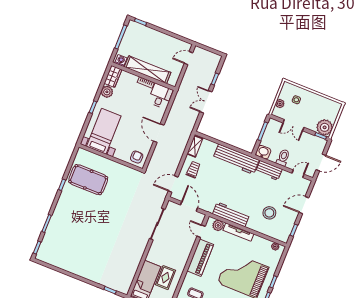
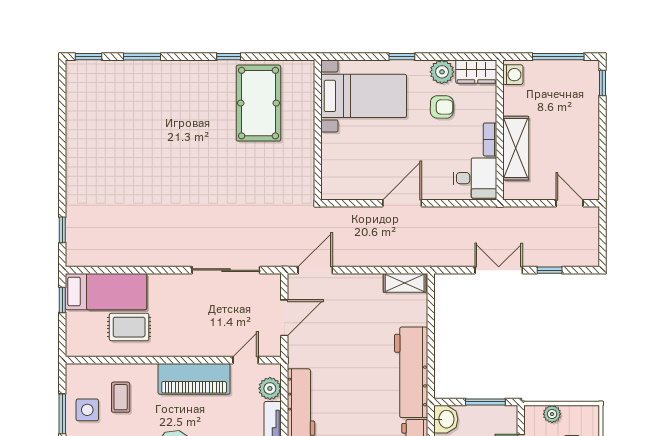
shelving: (148, 70) -> (516, 148), width x0.68
armchair: (137, 157) -> (442, 107), moved
trolley: (193, 170) -> (358, 298), removed
door: (173, 184) -> (315, 270), hinge flipped

